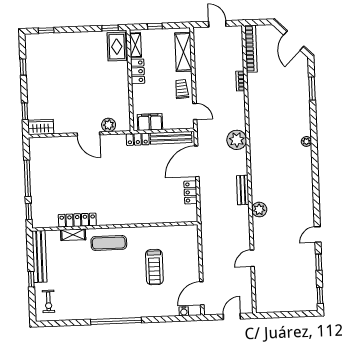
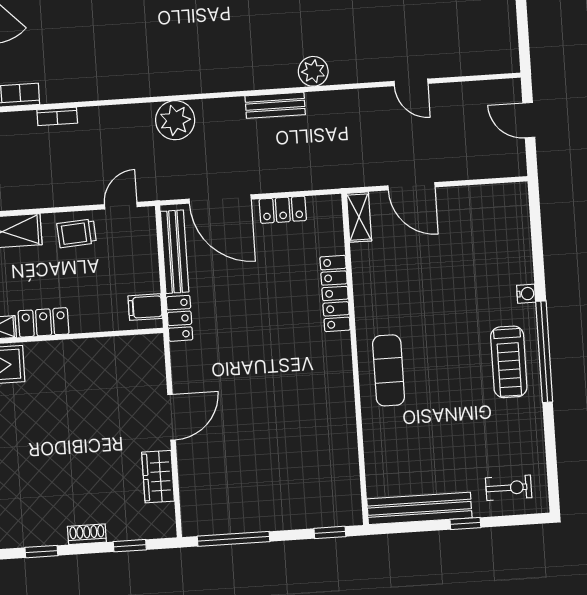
shoe rack: (31, 90) -> (87, 534), added
filing cabinet: (150, 122) -> (145, 307), width x0.50
plant: (109, 125) -> (152, 377), removed
wardrobe: (41, 127) -> (158, 477), moved
window: (27, 178) -> (234, 539), moved
locker: (77, 220) -> (335, 293), moved
shelving: (73, 235) -> (359, 217), moved
treadmill: (154, 267) -> (509, 362), moved, turned 90
door: (202, 293) -> (412, 186), moved
water cooler: (184, 311) -> (526, 294), moved

